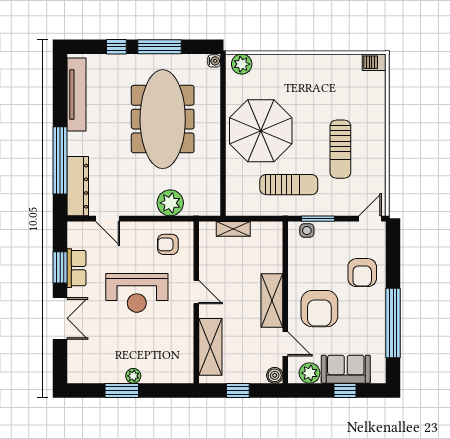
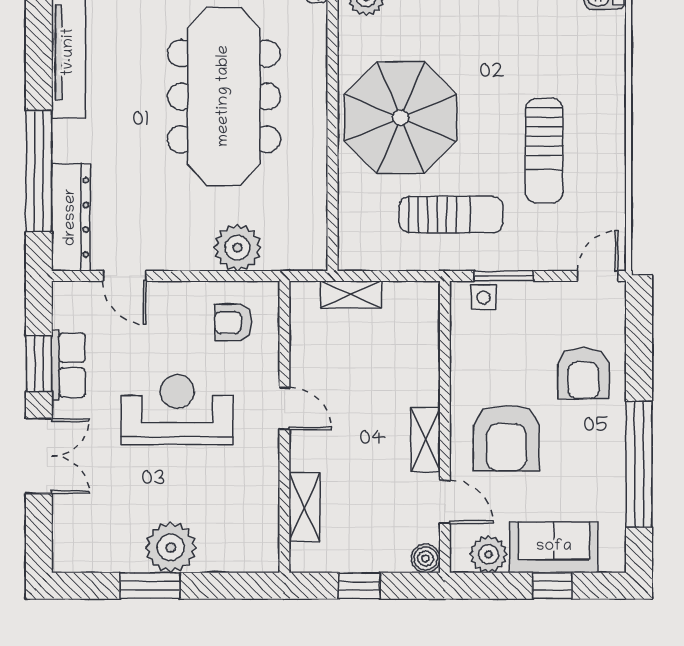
reception desk: (137, 293) -> (177, 410), turned 180
shelving: (272, 300) -> (425, 440), width x0.67, depth x0.75
shelving: (210, 347) -> (305, 507), width x0.67, depth x0.75
plant: (133, 376) -> (171, 547), width x1.87, depth x1.87

